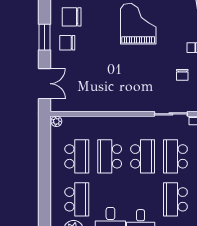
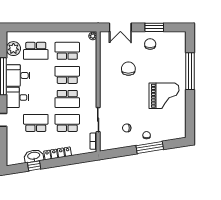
chair: (72, 17) -> (128, 69), moved
school desk: (77, 156) -> (67, 51), turned 180

